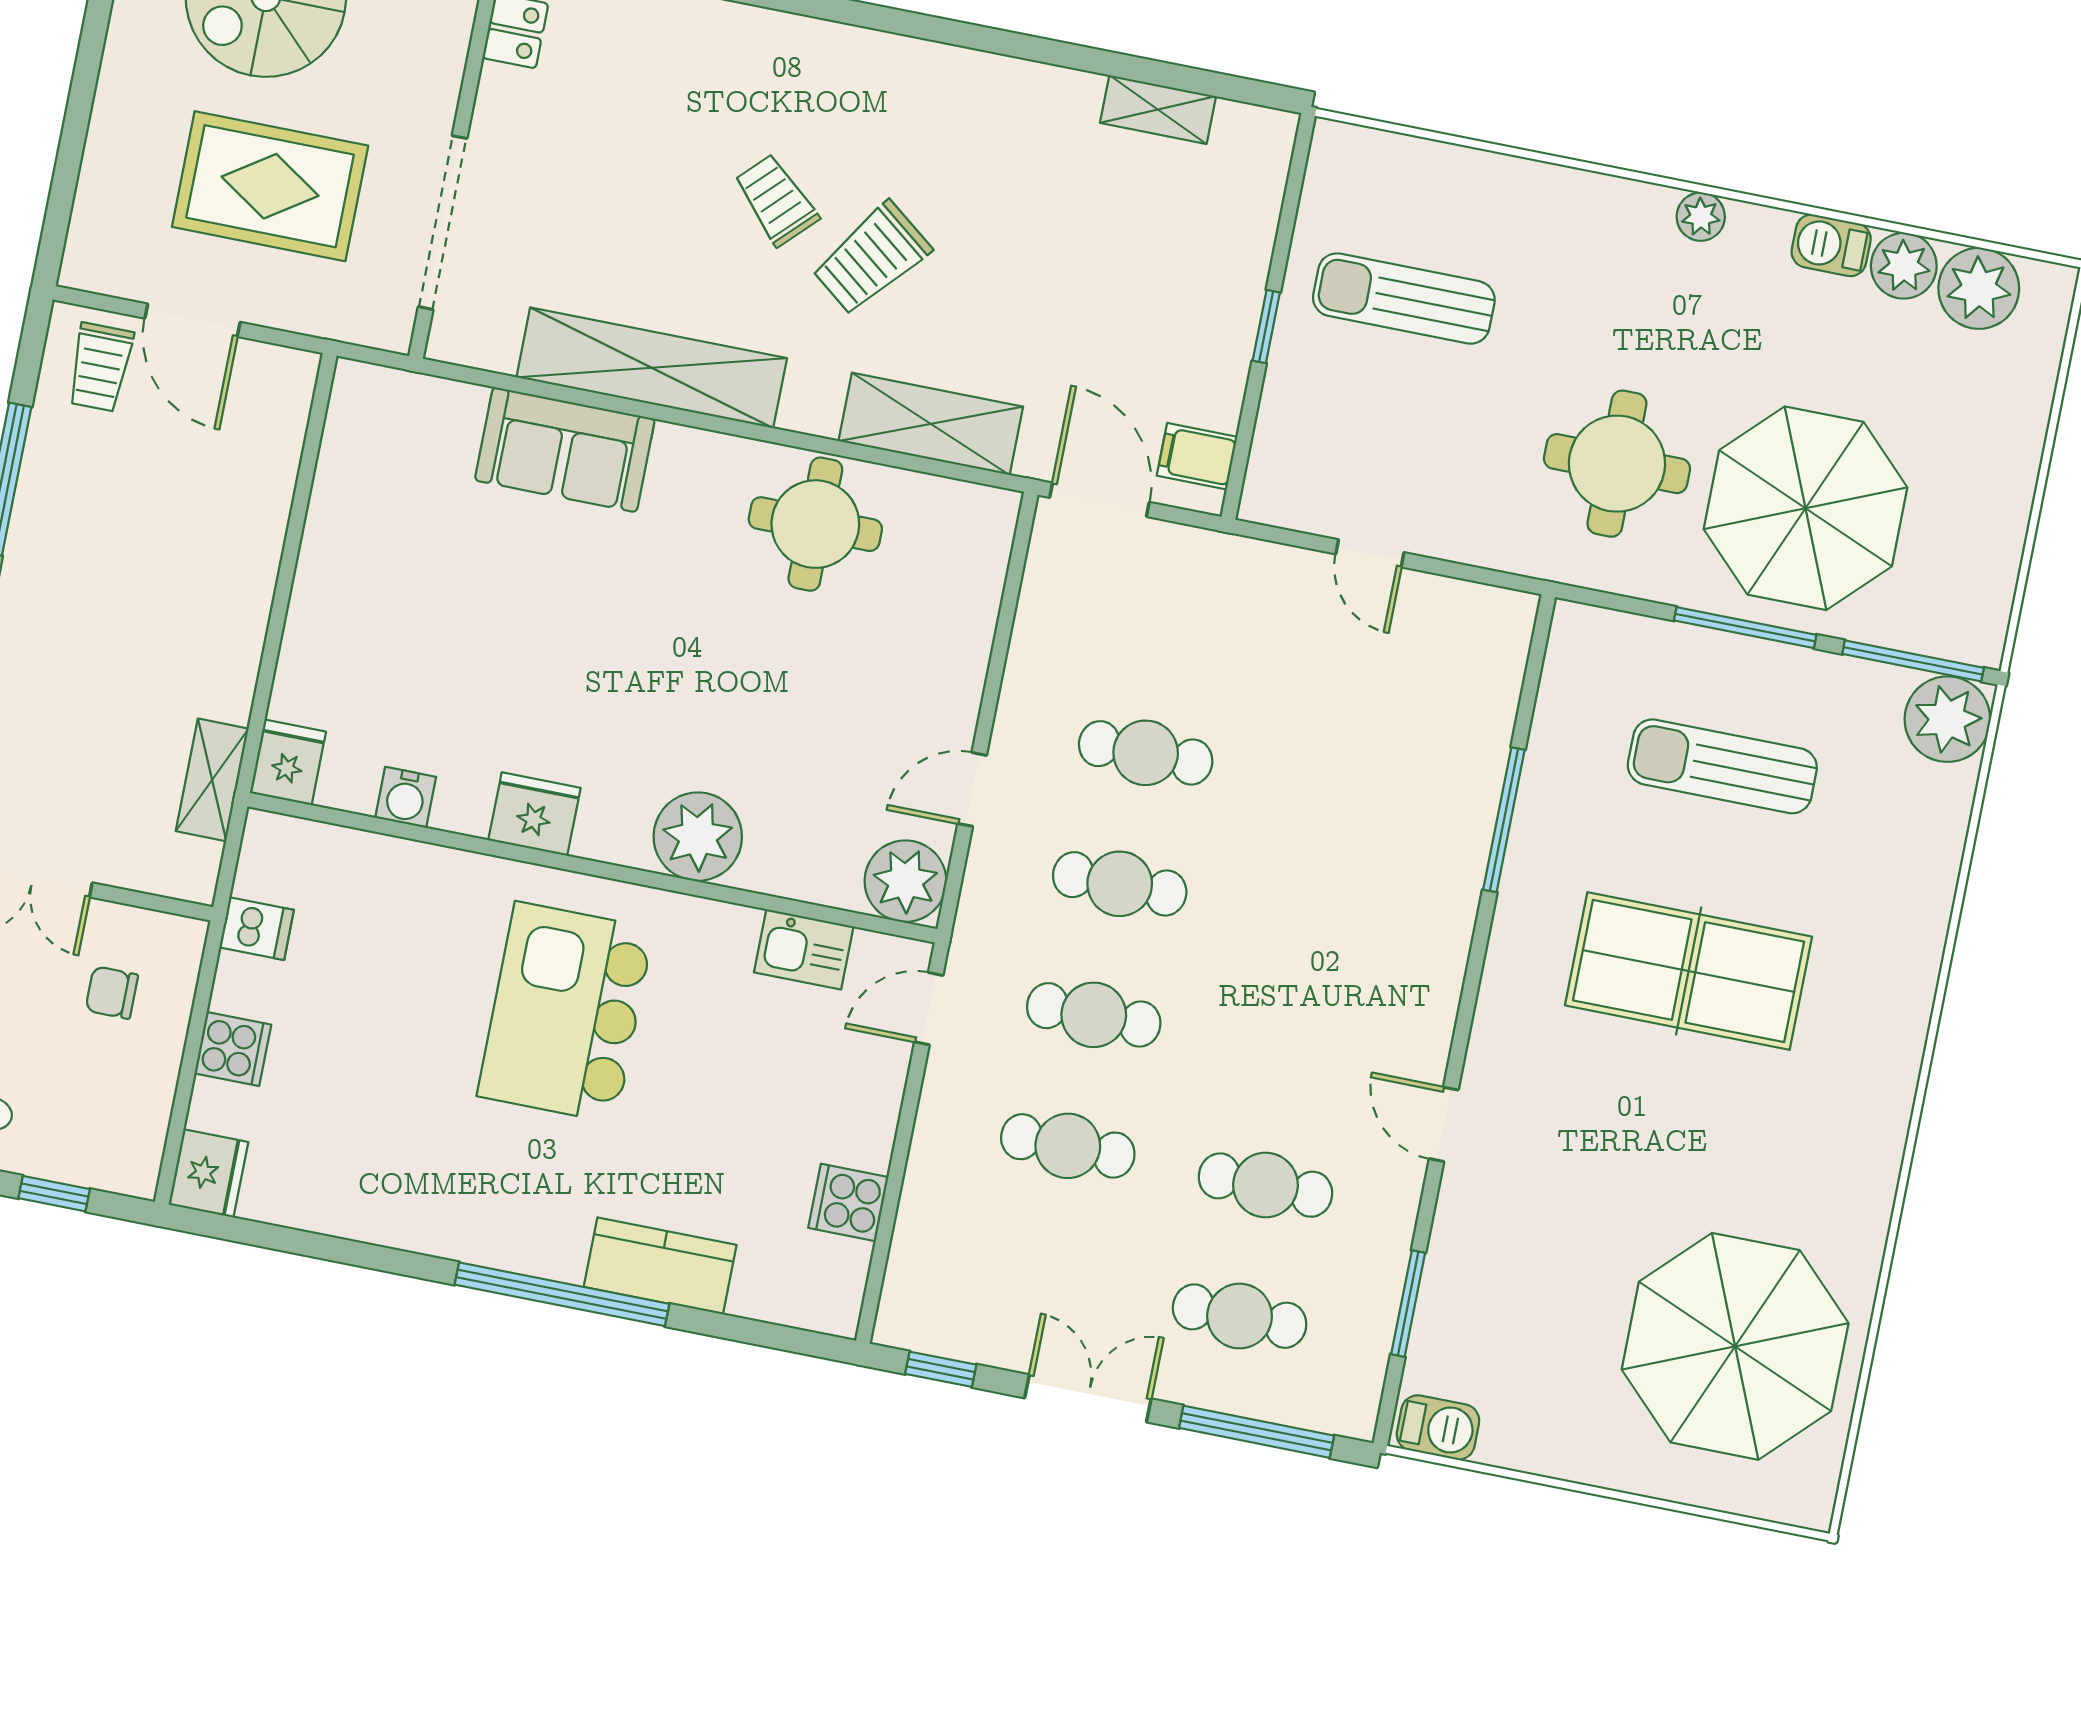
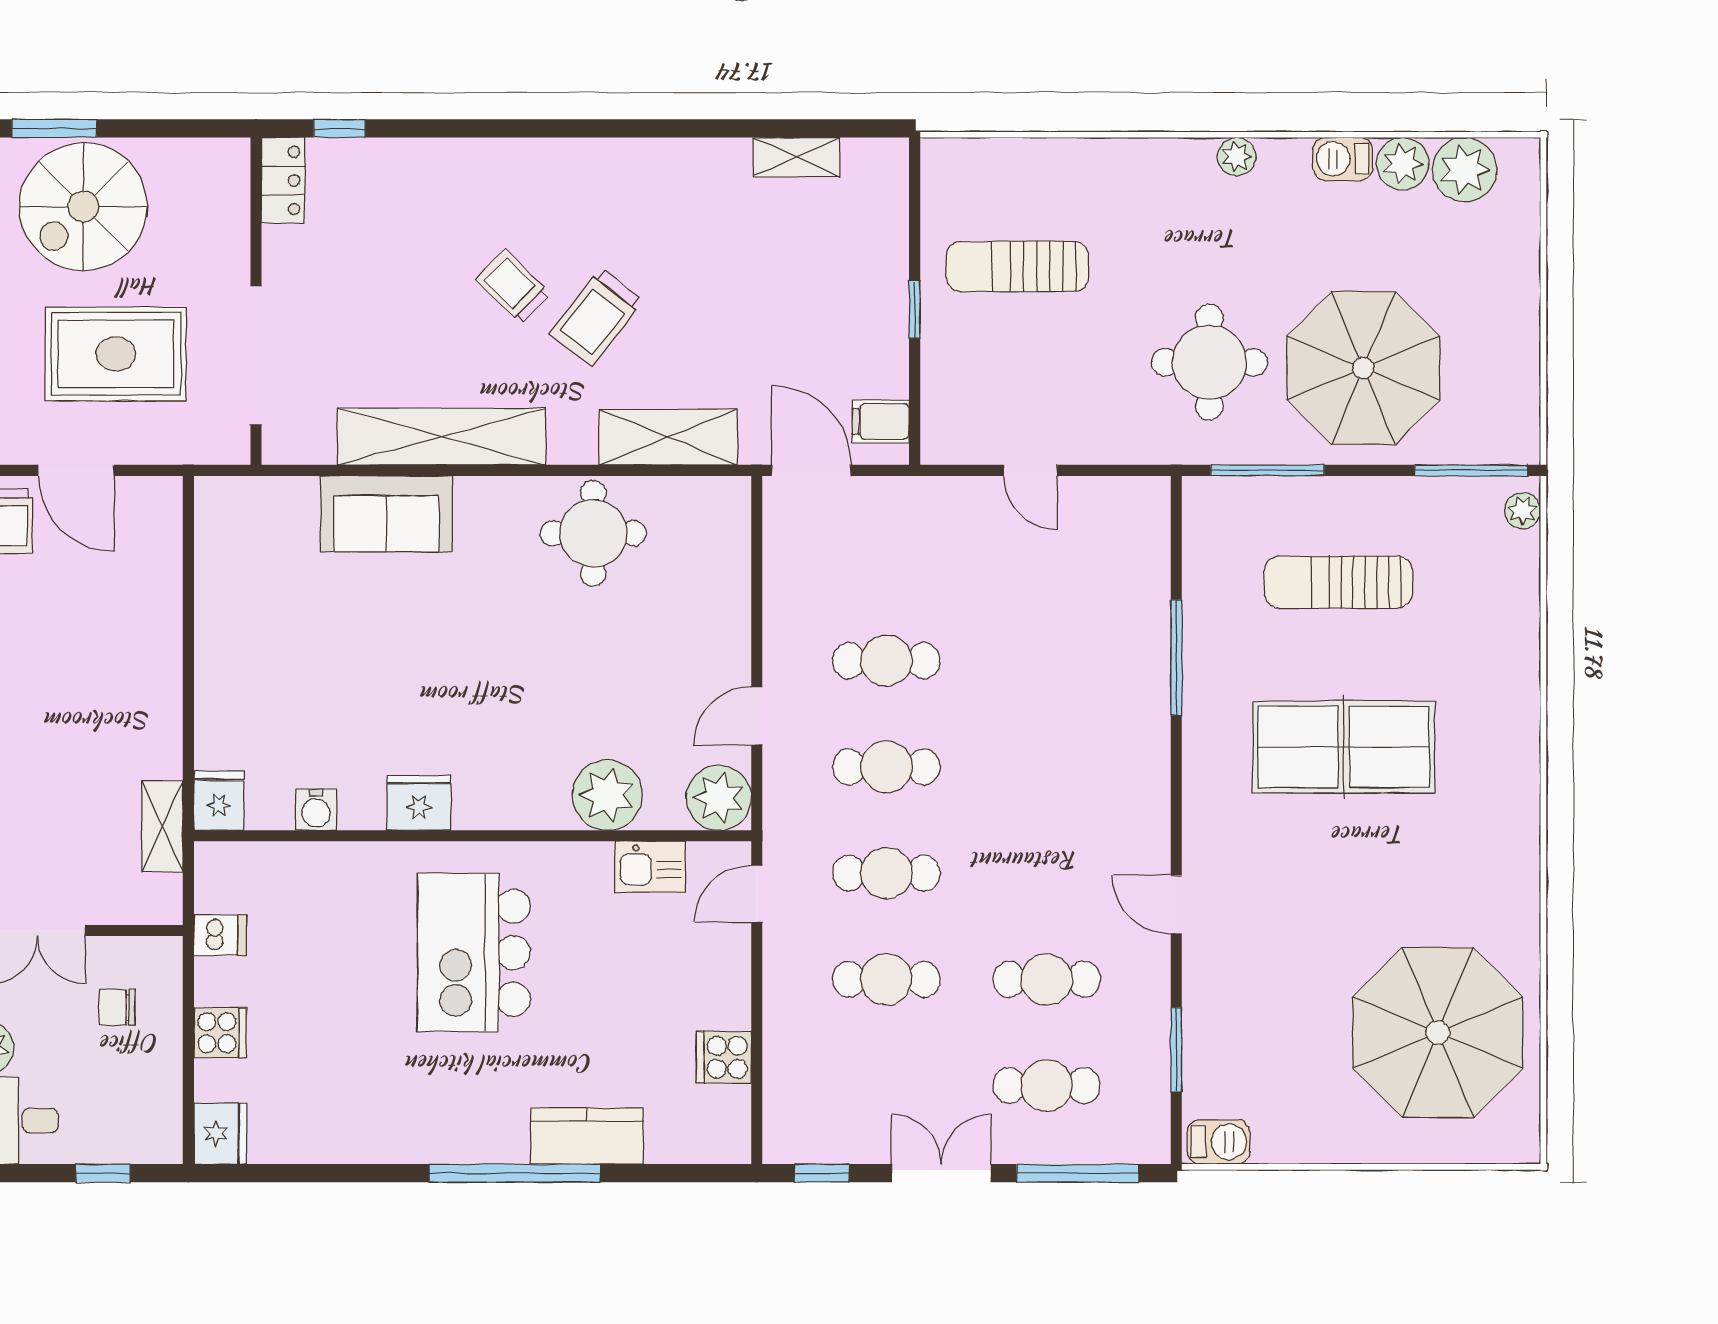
window: (1745, 628) -> (1267, 470), moved
plant: (1947, 719) -> (1523, 511), width x0.53, depth x0.53
plant: (698, 837) -> (607, 795), moved

